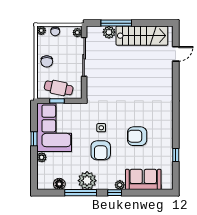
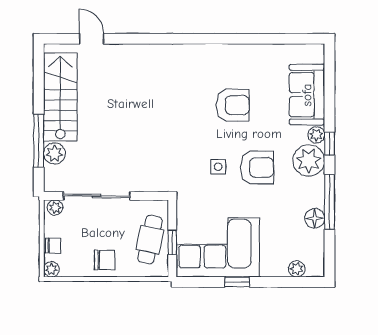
armchair: (137, 136) -> (233, 105), turned -90
window: (176, 155) -> (265, 39), removed
plant: (42, 157) -> (297, 269), moved
plant: (87, 181) -> (309, 160), moved
floor lamp: (59, 184) -> (315, 218), moved

